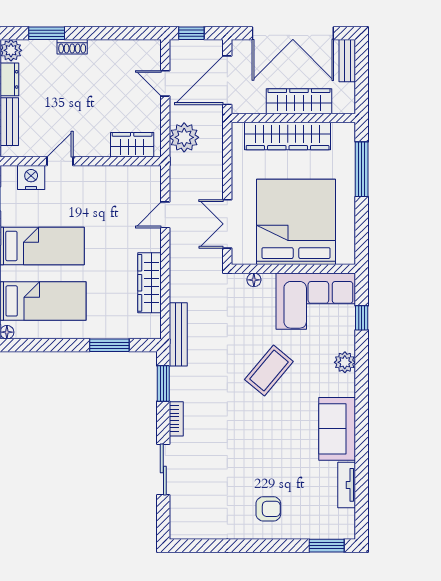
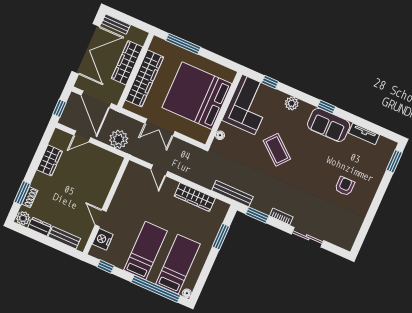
shoe rack: (72, 47) -> (30, 197), moved
wardrobe: (132, 145) -> (50, 160), moved, turned 180
double door: (227, 224) -> (160, 127), moved
window: (362, 414) -> (326, 107), added
armchair: (268, 509) -> (345, 186), moved

